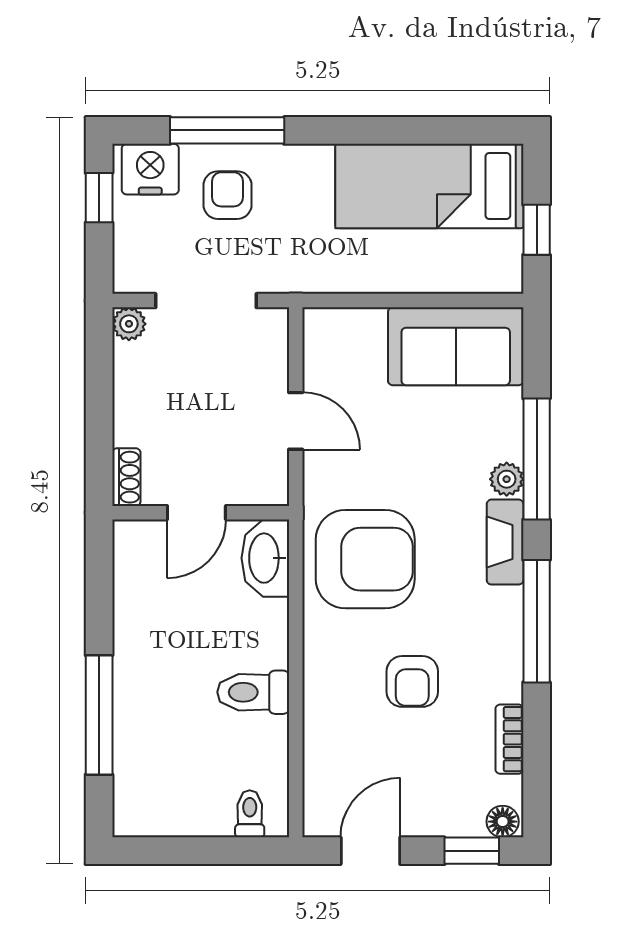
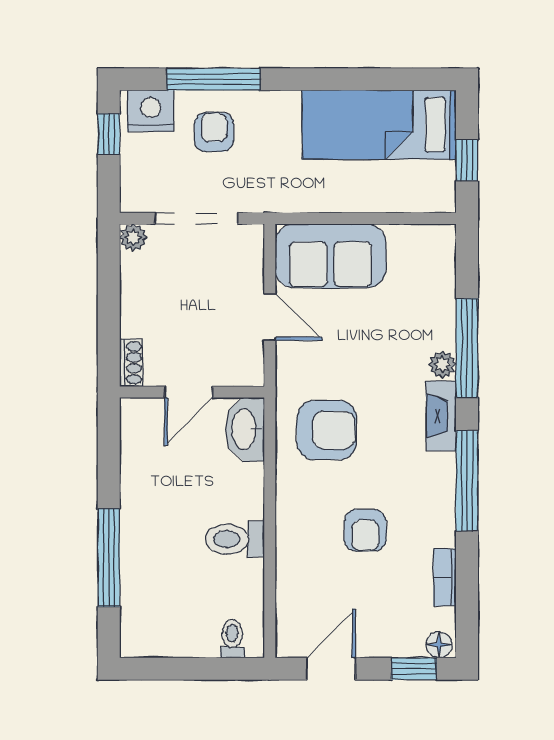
sofa: (456, 346) -> (331, 256), moved
armchair: (365, 559) -> (327, 430), width x0.73, depth x0.73

